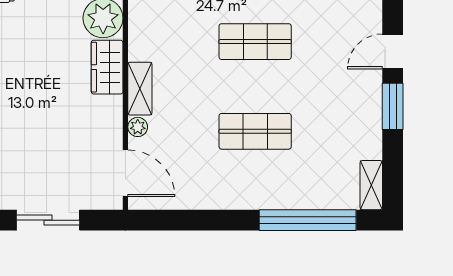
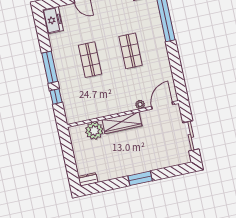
wardrobe: (107, 67) -> (122, 123), width x1.50
shelving: (140, 89) -> (122, 107), removed

